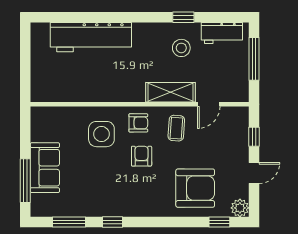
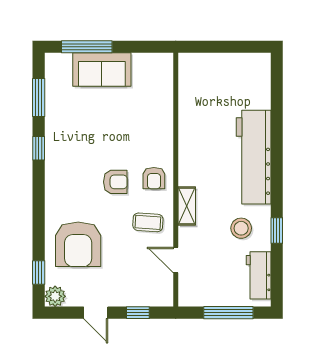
workbench: (91, 37) -> (254, 157), moved
shelving: (170, 92) -> (187, 206), width x0.67, depth x0.75
side table: (101, 134) -> (141, 135), removed

